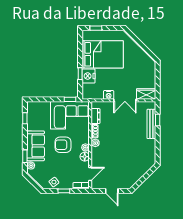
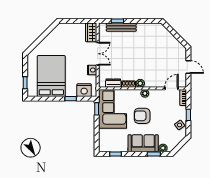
nightstand: (89, 76) -> (84, 90), moved
armchair: (63, 145) -> (142, 116), turned 90
floor lamp: (85, 157) -> (154, 94), removed
door: (90, 174) -> (171, 88), hinge flipped
door: (112, 191) -> (188, 67), hinge flipped

